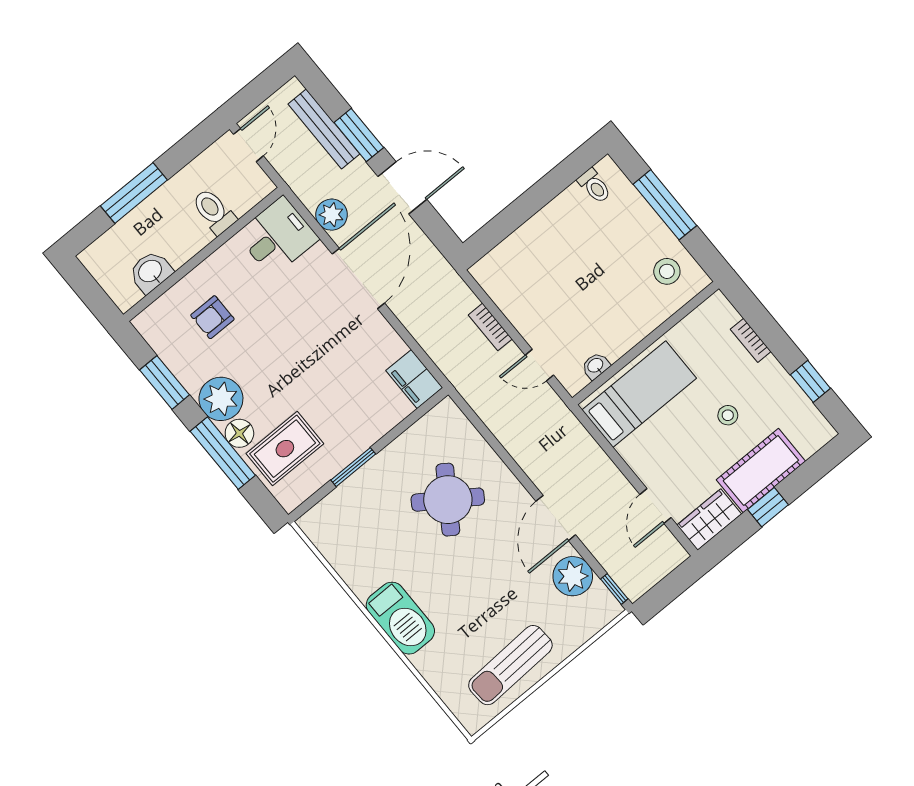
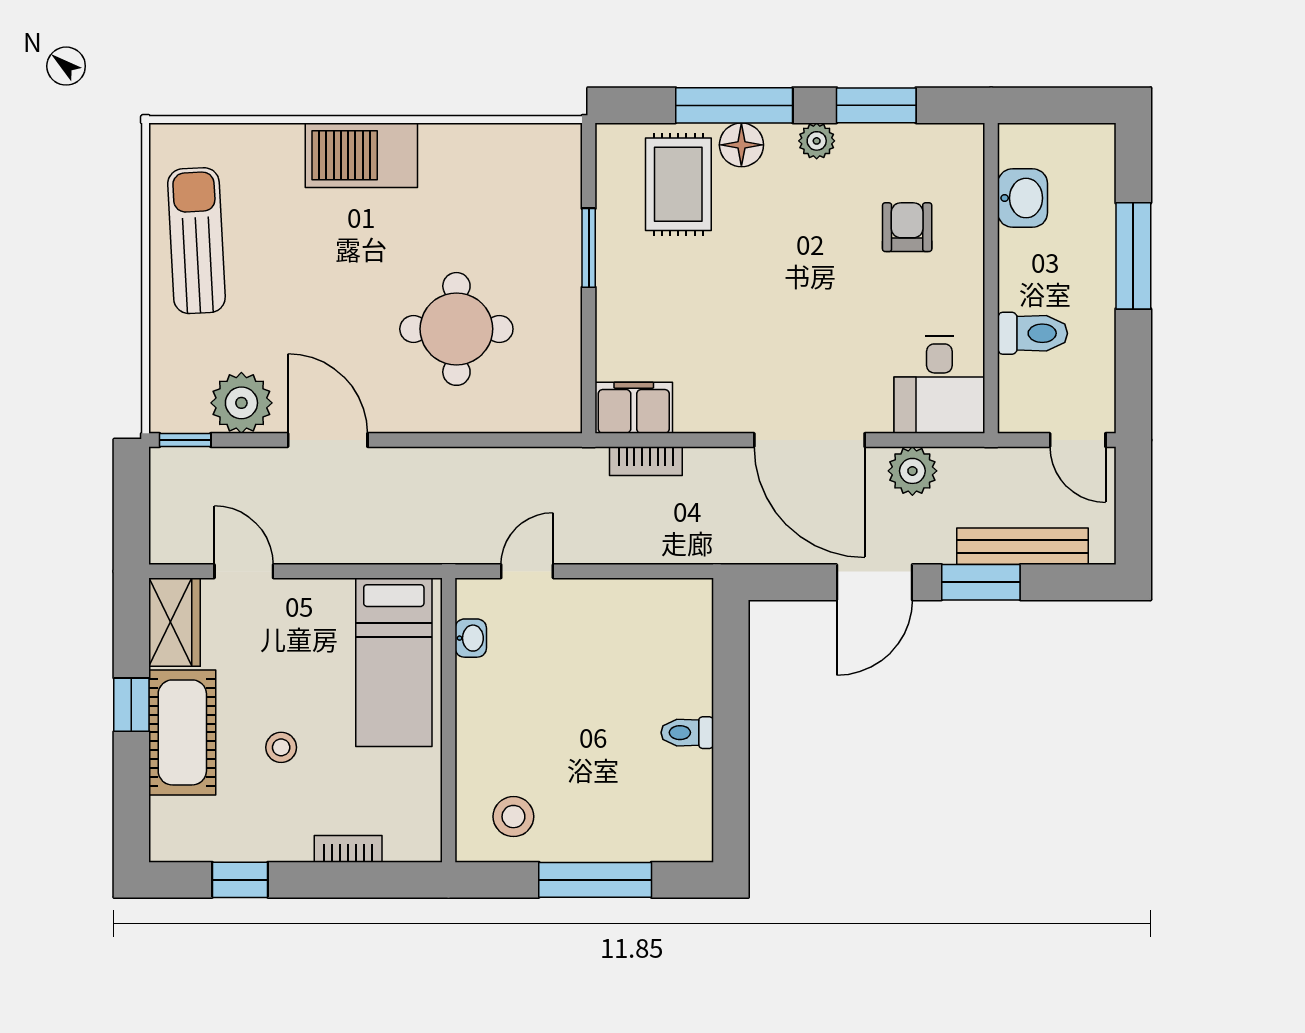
toilet: (594, 186) -> (687, 733), moved
bookcase: (490, 327) -> (646, 461), moved, turned 180
plant: (221, 399) -> (817, 141), width x0.53, depth x0.53
round table: (448, 500) -> (456, 329), turned -34

